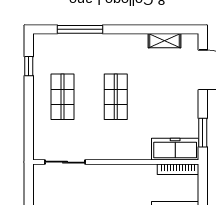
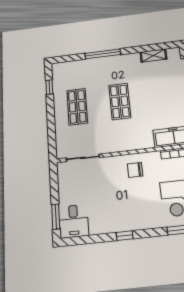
window: (80, 29) -> (103, 54), moved
chair: (125, 184) -> (135, 170), added

